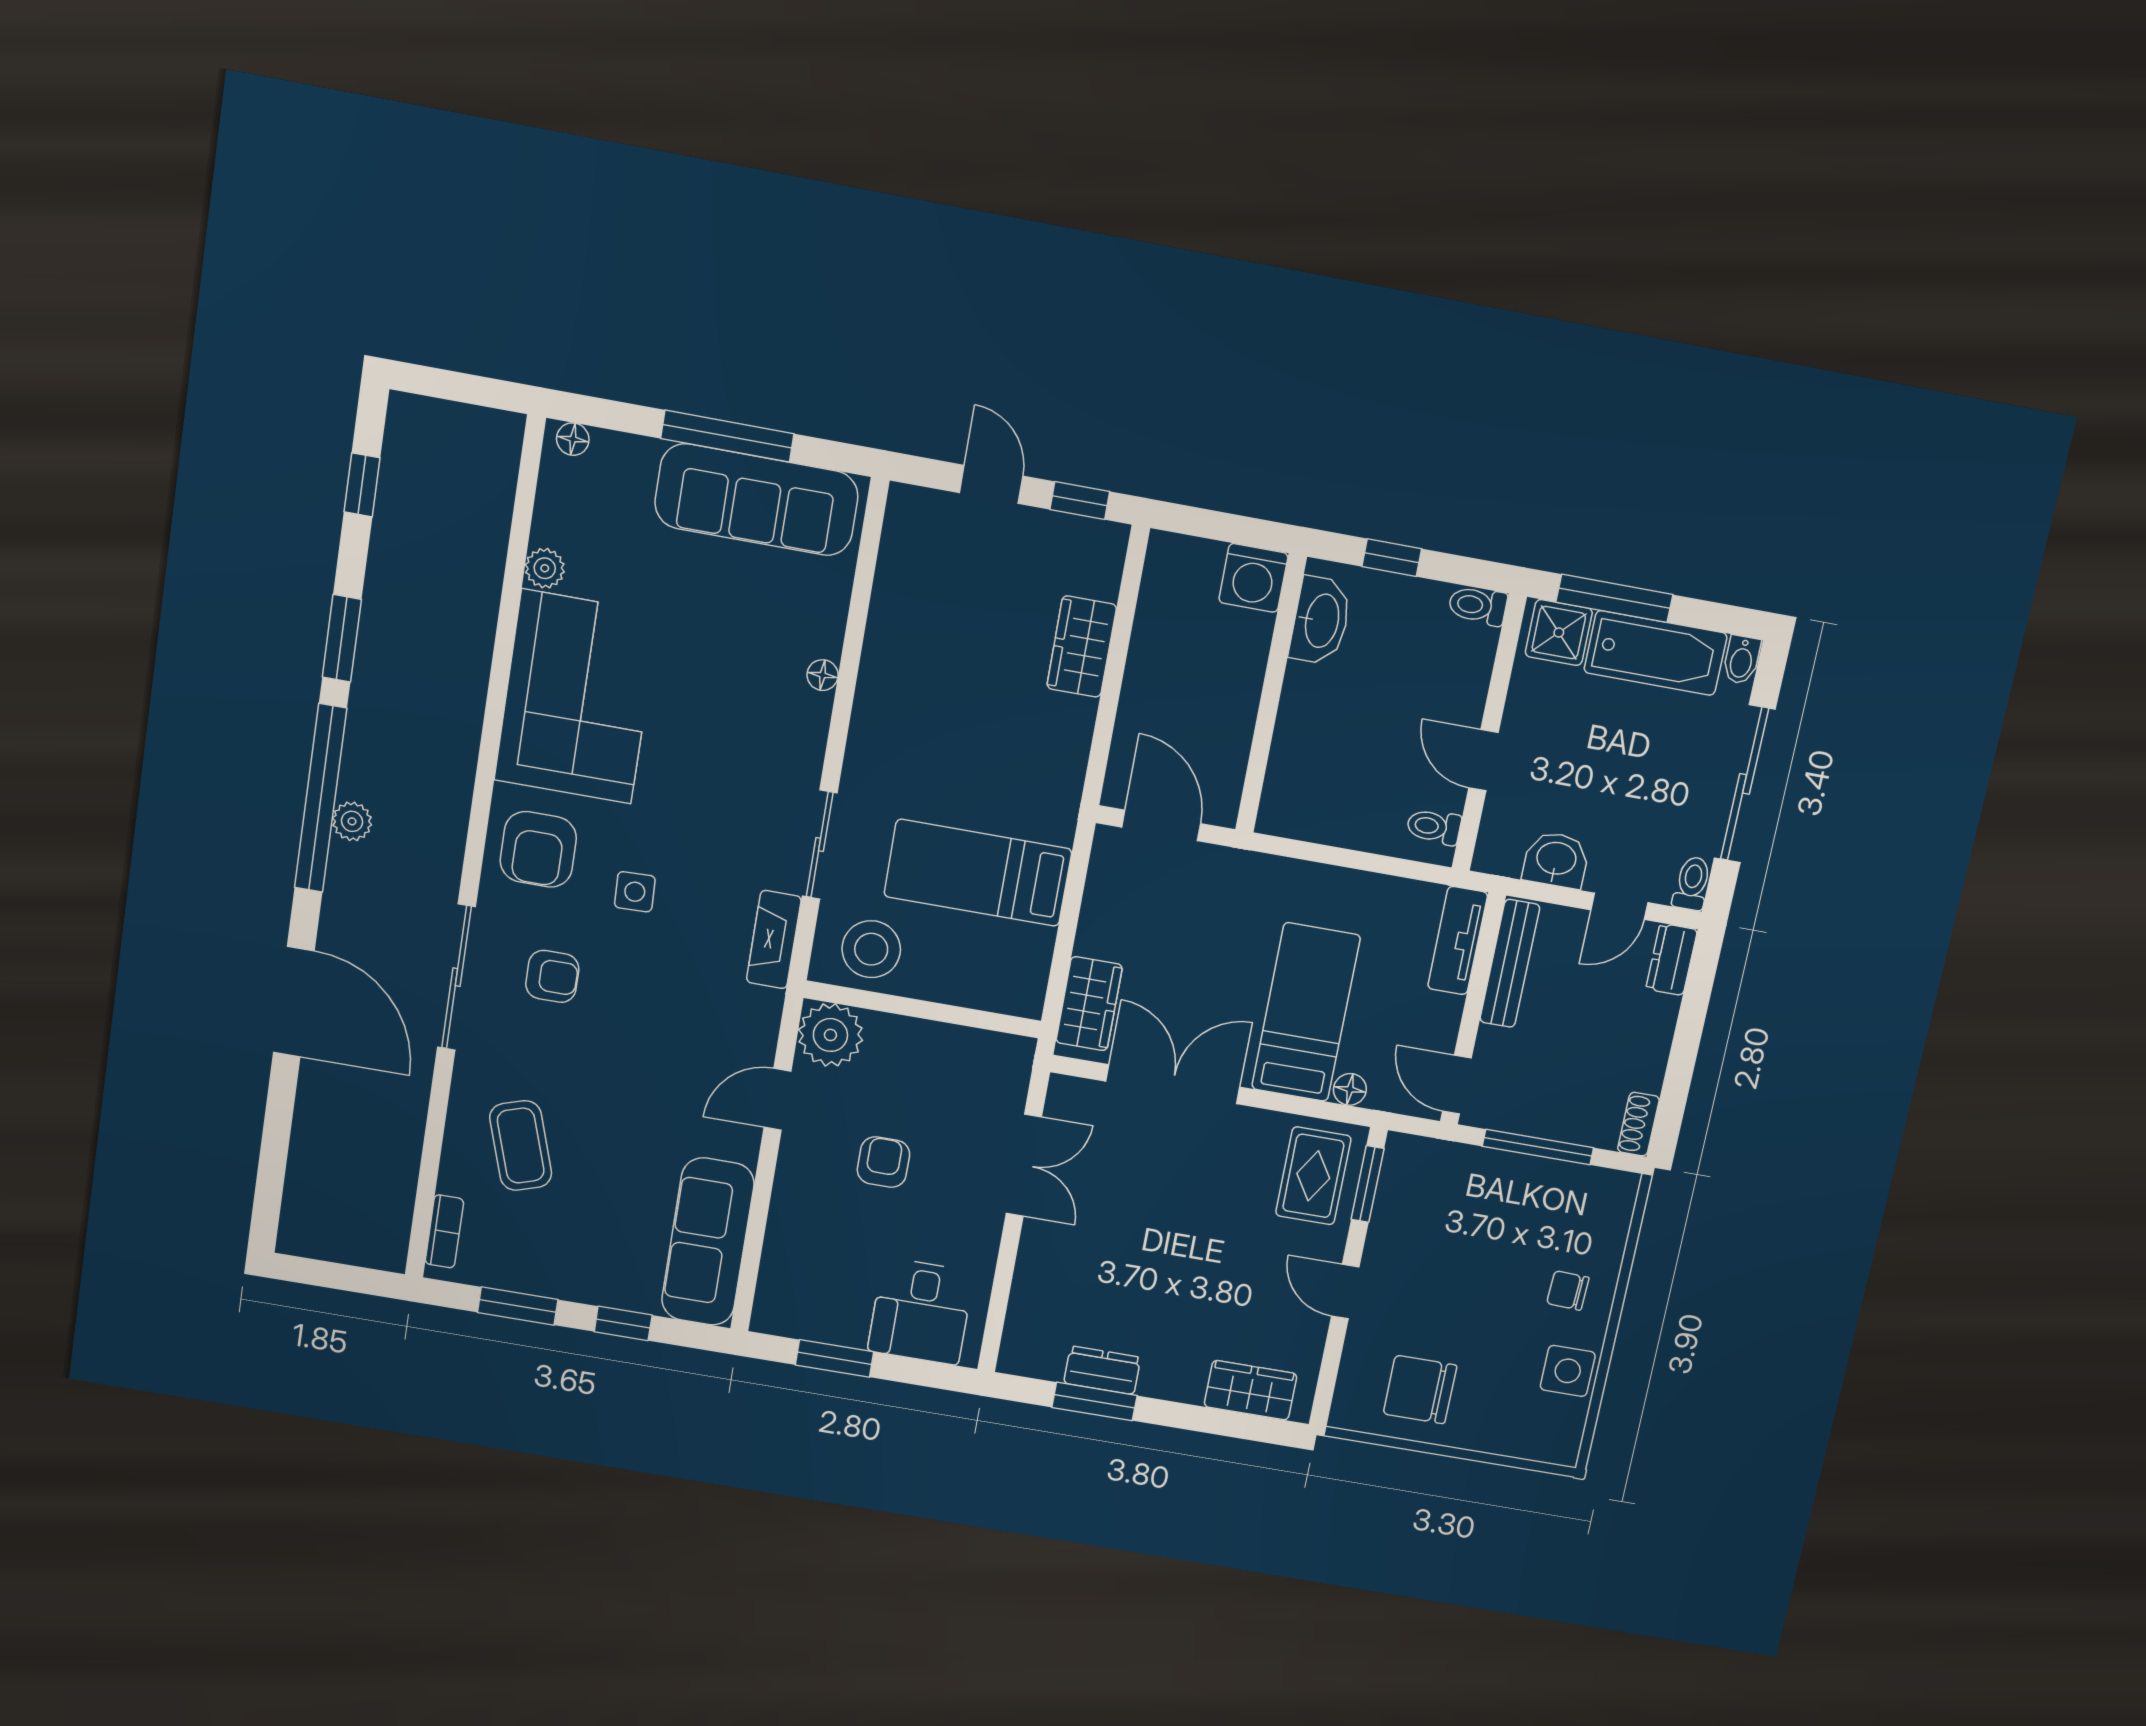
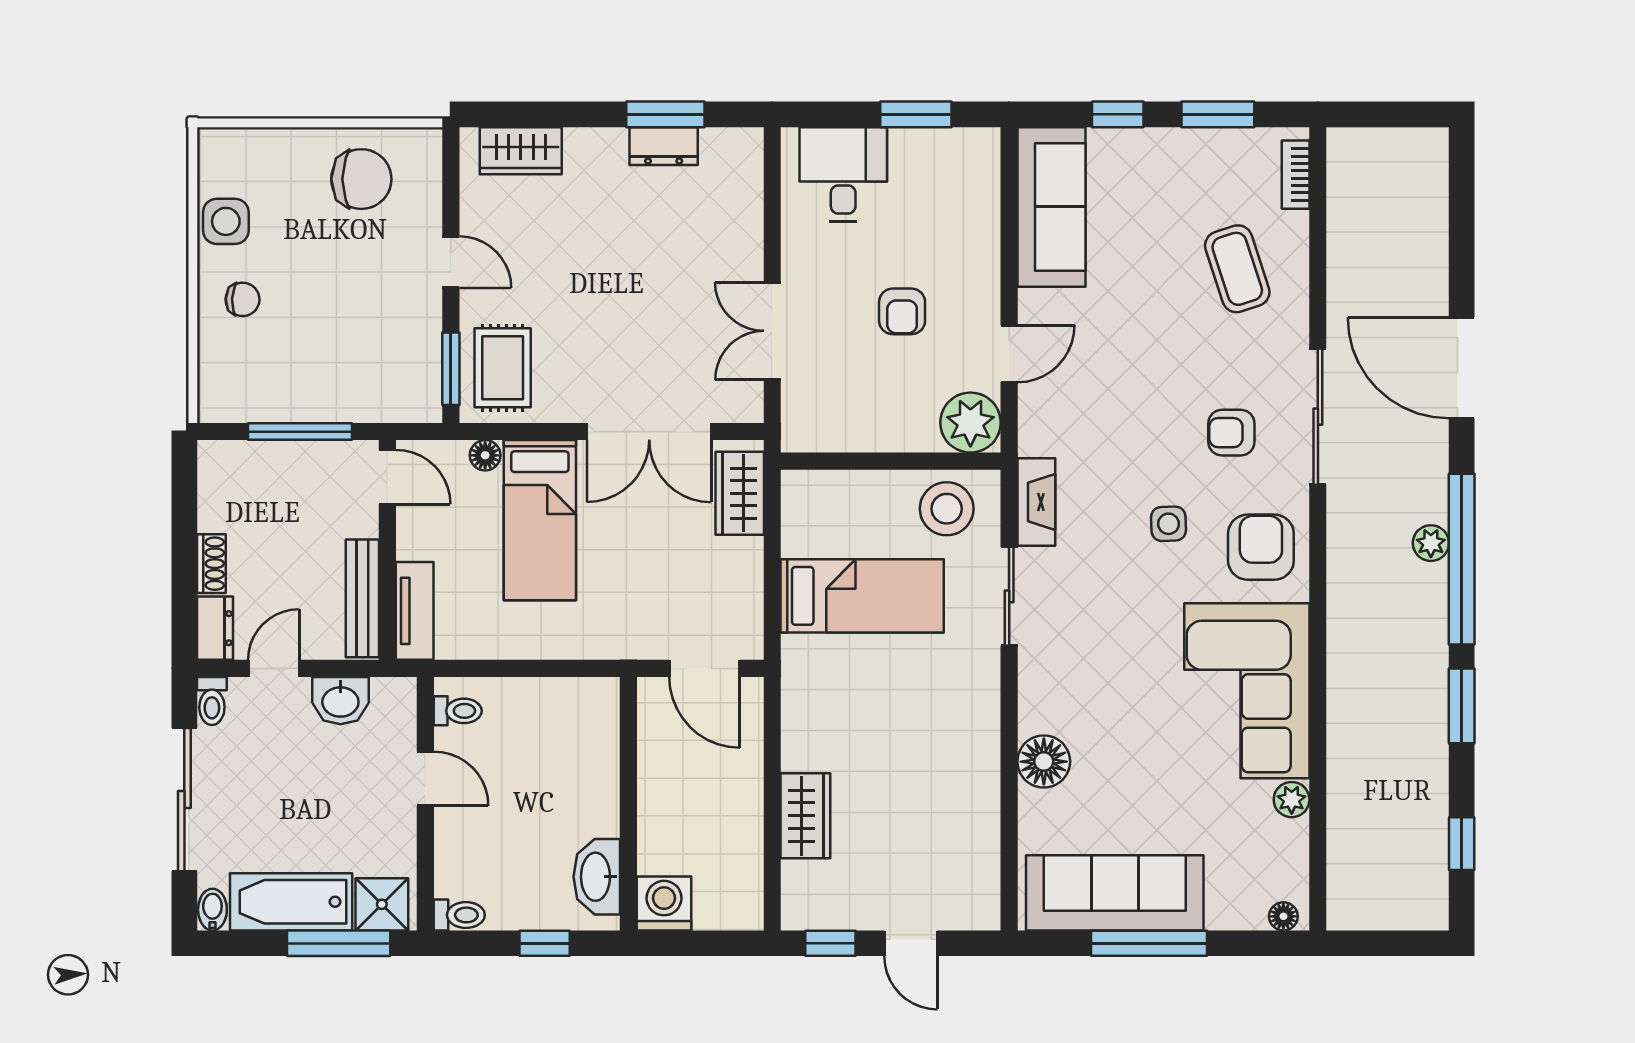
floor lamp: (823, 675) -> (1044, 762), width x1.89, depth x1.89
shoe rack: (1638, 1124) -> (211, 564), moved

